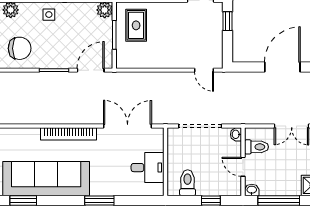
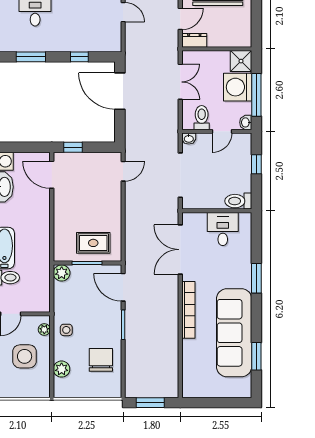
rug: (136, 25) -> (93, 243), moved
washing machine: (286, 182) -> (238, 87), added
toilet: (188, 183) -> (238, 201), moved

